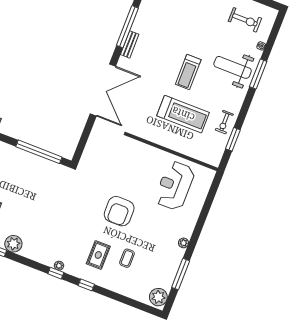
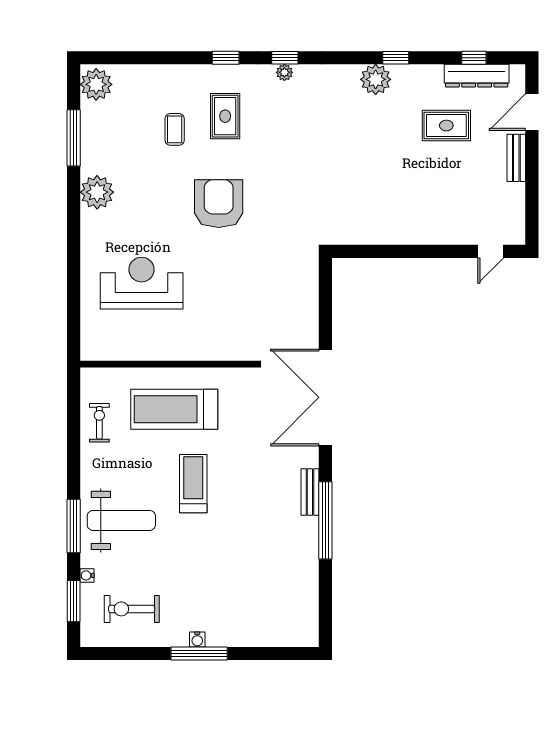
window: (233, 139) -> (74, 601), moved
window: (39, 152) -> (393, 251), removed
wall: (173, 152) -> (167, 364), moved
reception desk: (175, 186) -> (142, 283), turned -90
plant: (184, 243) -> (97, 192), width x1.88, depth x1.88

